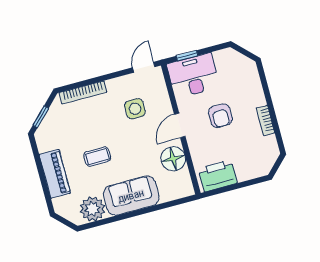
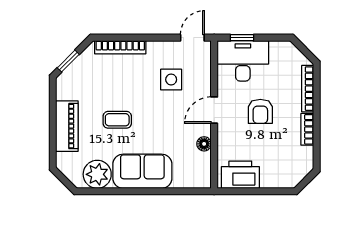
bookcase: (256, 85) -> (308, 89), added
floor lamp: (173, 159) -> (204, 144), width x0.53, depth x0.53

